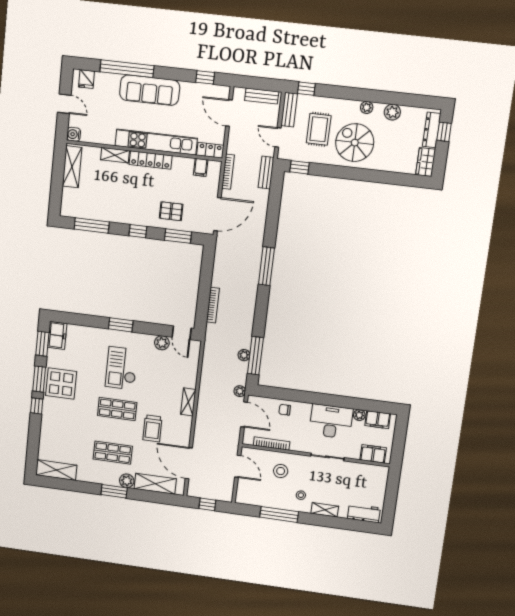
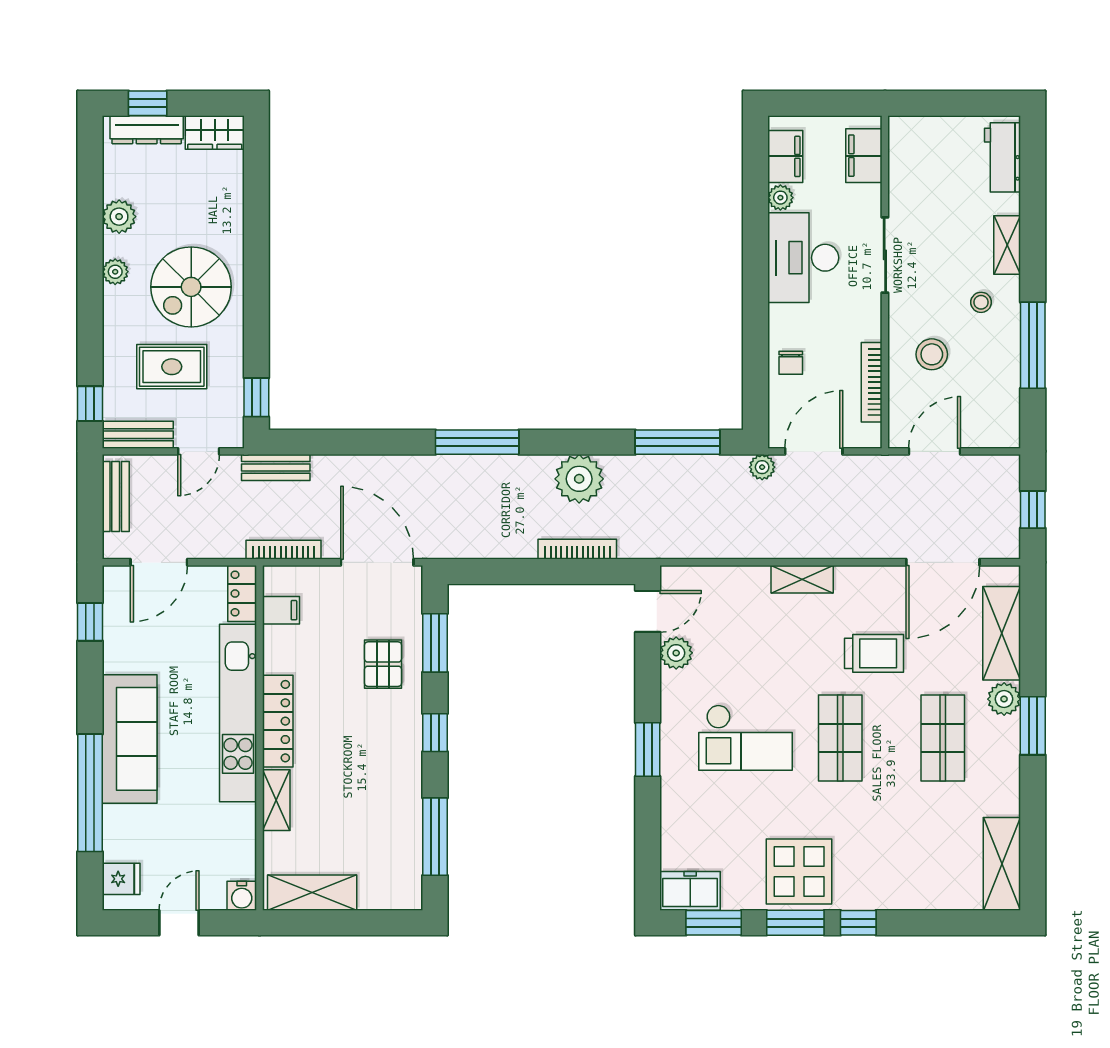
plant: (244, 355) -> (579, 479), moved, width x1.87, depth x1.87

